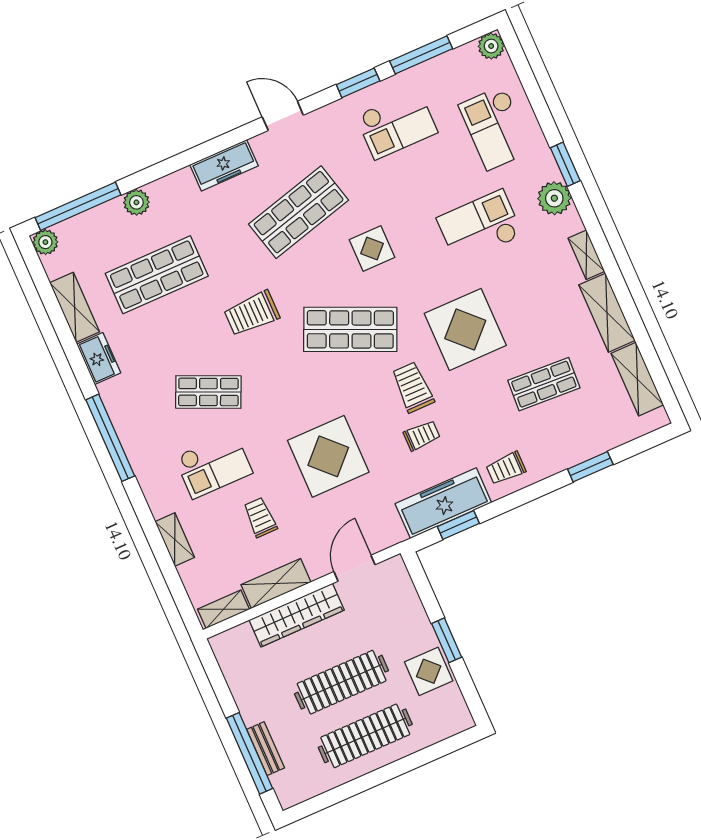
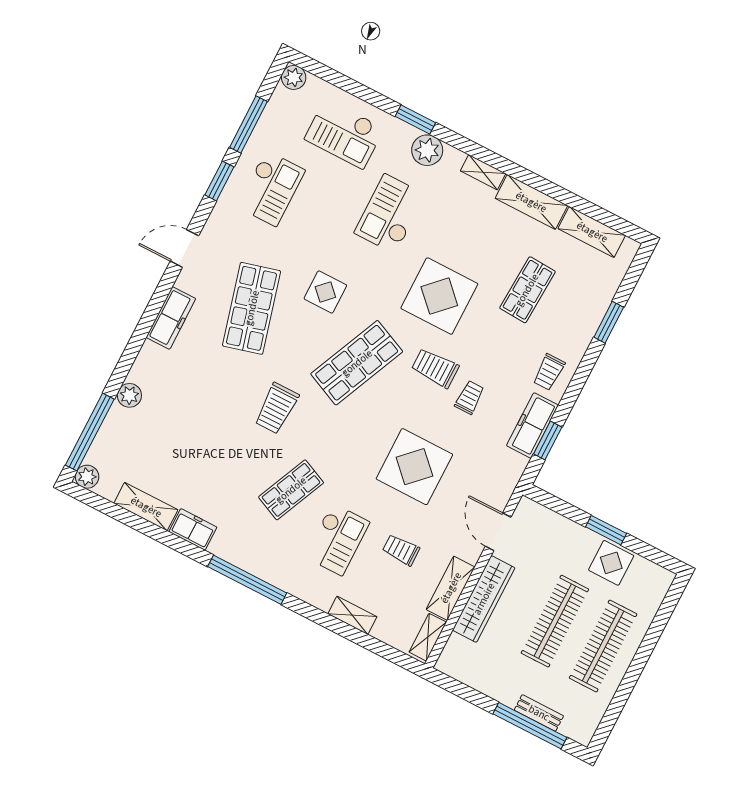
shop shelf: (157, 275) -> (186, 436), removed
freezer: (443, 503) -> (532, 425), width x0.73, depth x0.79

